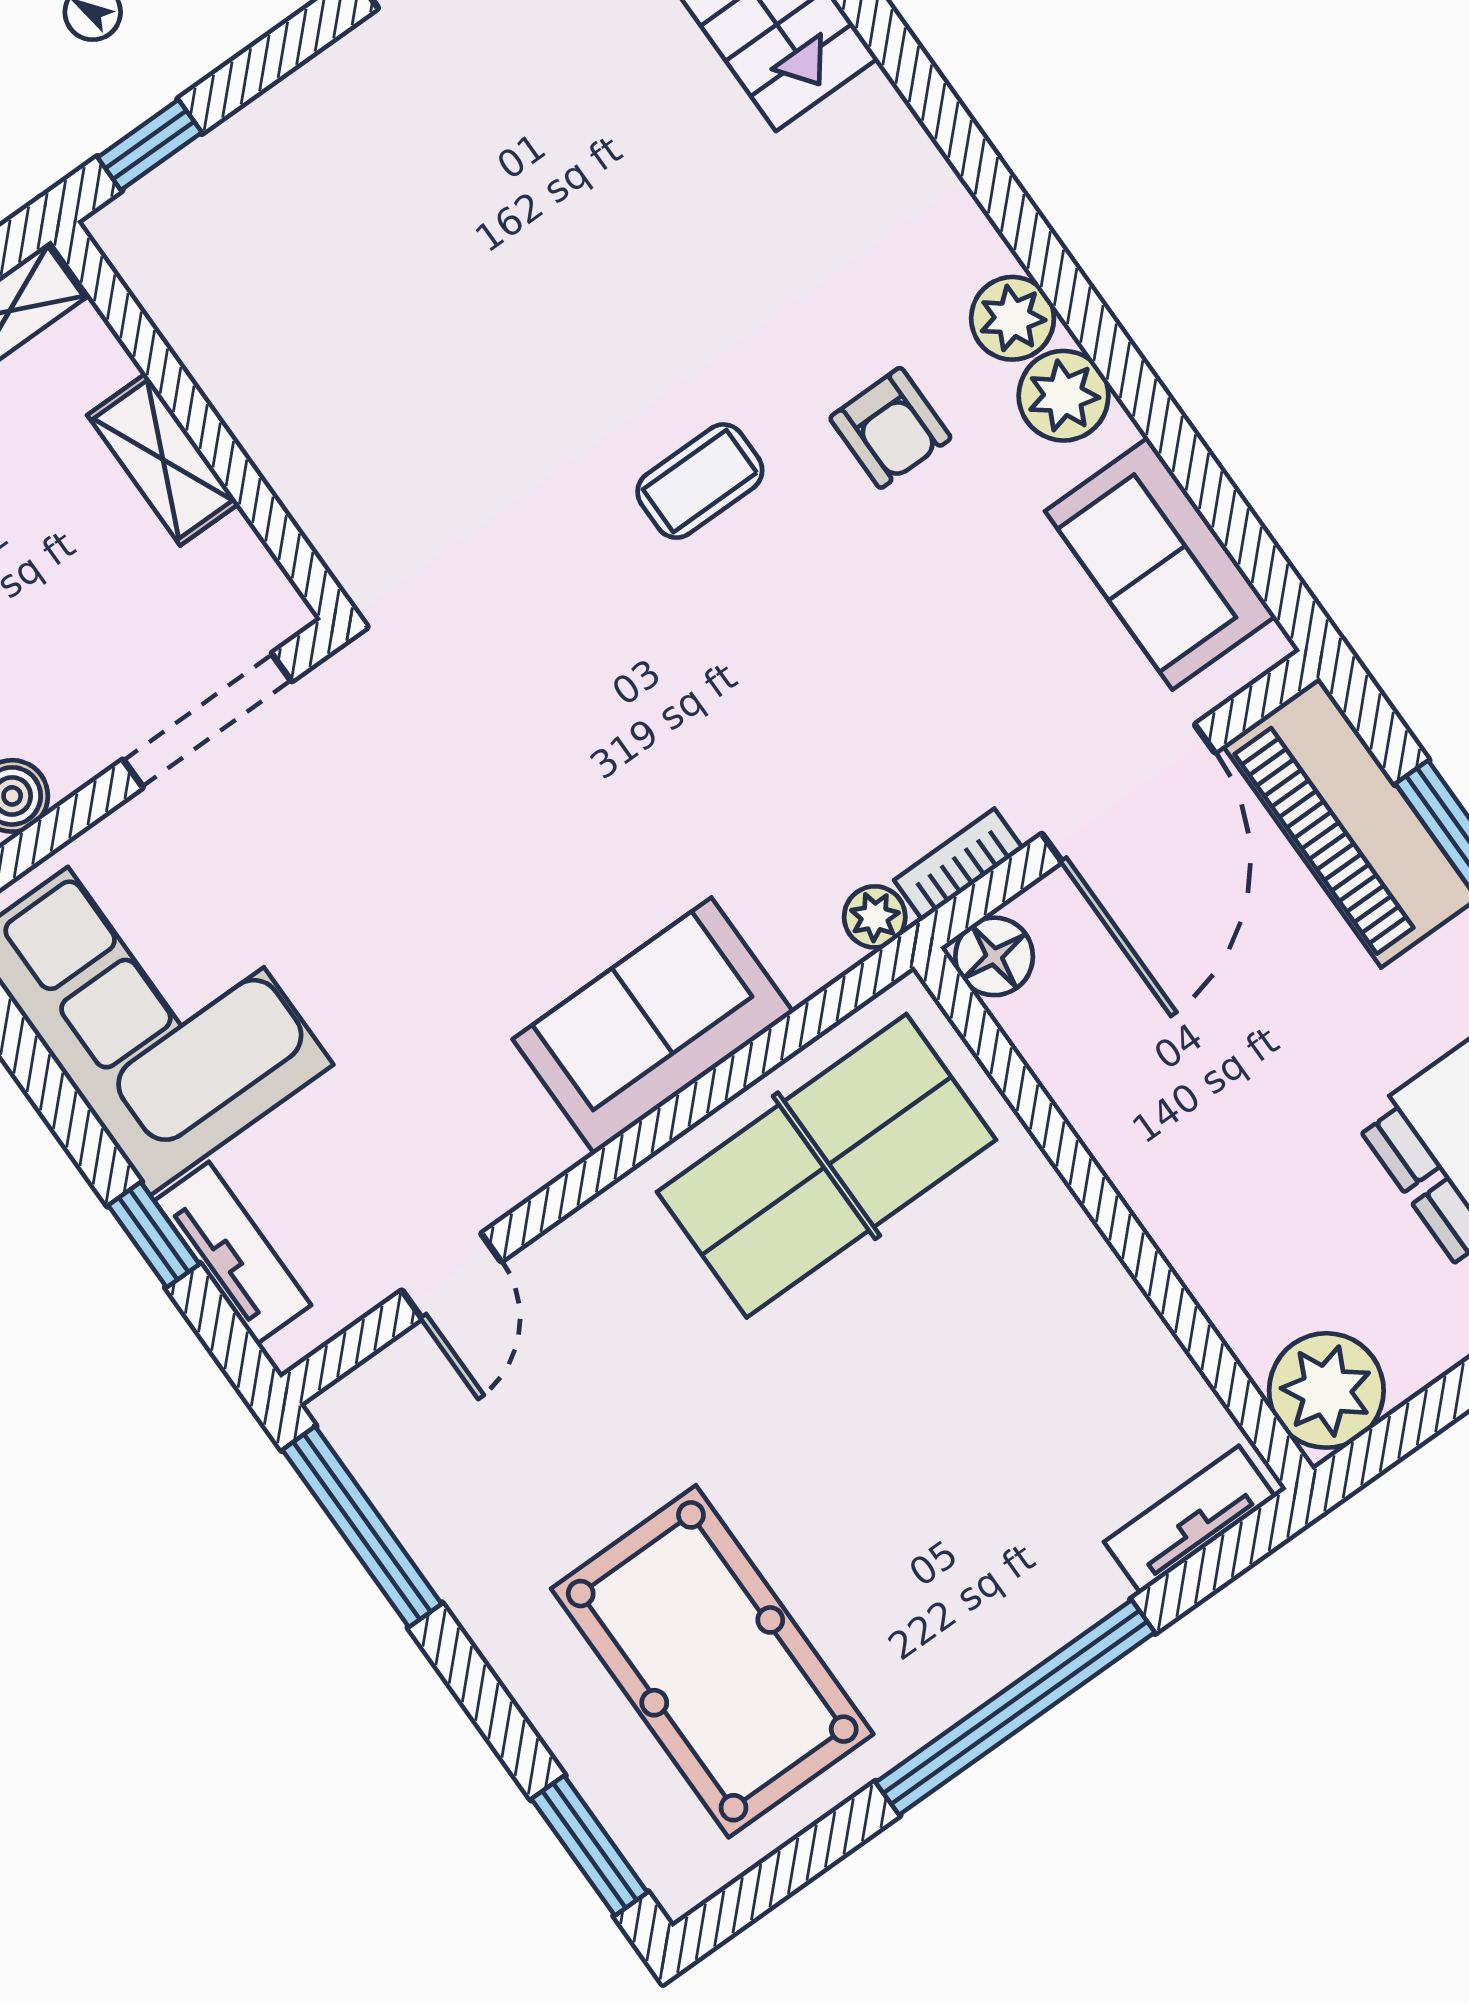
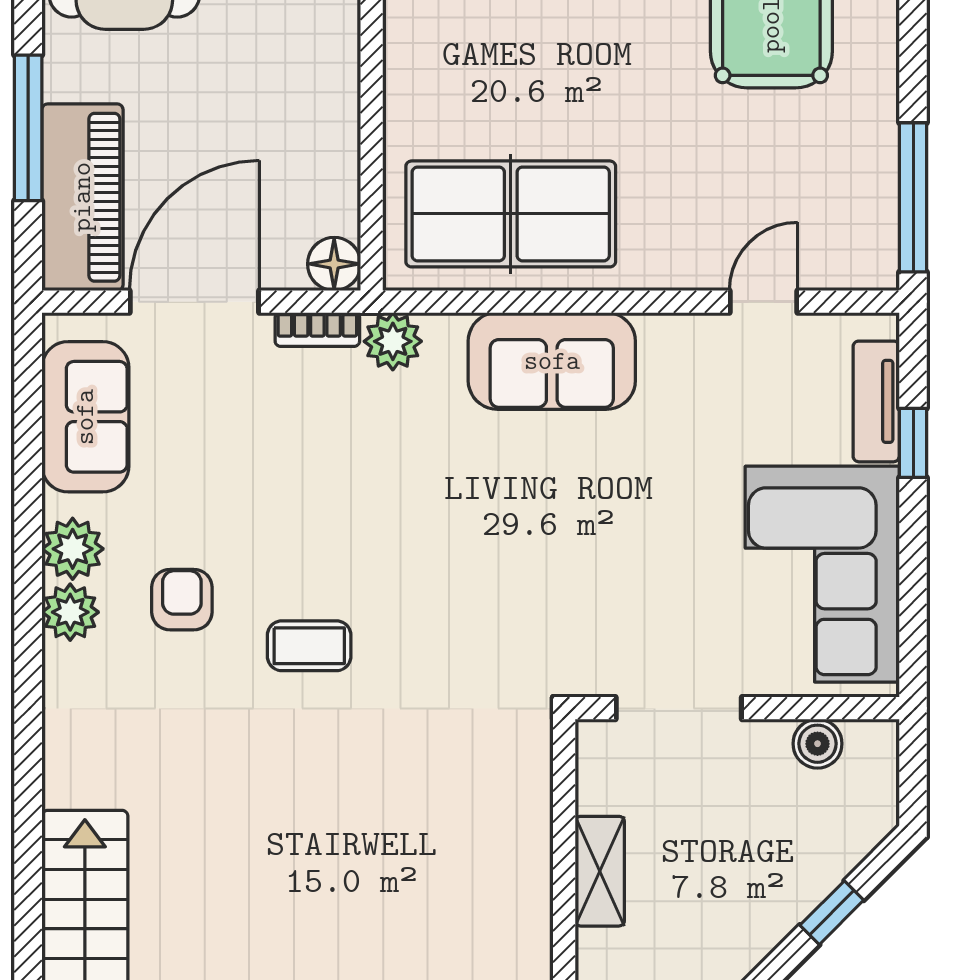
plant: (875, 917) -> (393, 341), width x1.38, depth x1.38

